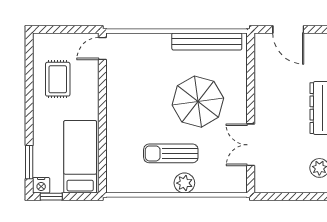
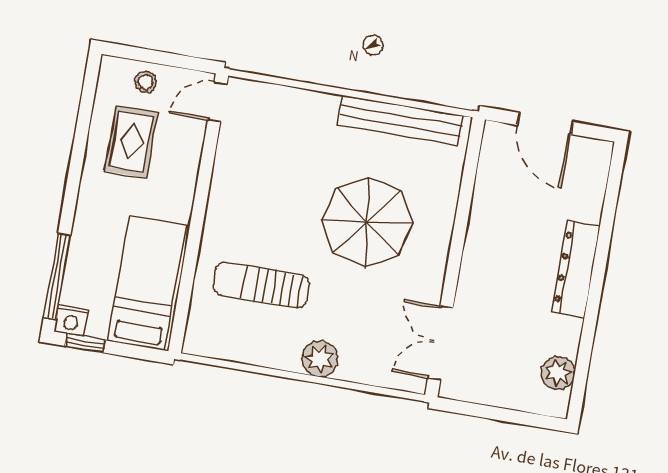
stool: (60, 44) -> (146, 82), added
double door: (251, 145) -> (440, 343), moved
sun lounger: (171, 153) -> (261, 285), moved
window: (29, 162) -> (57, 277), width x1.44

